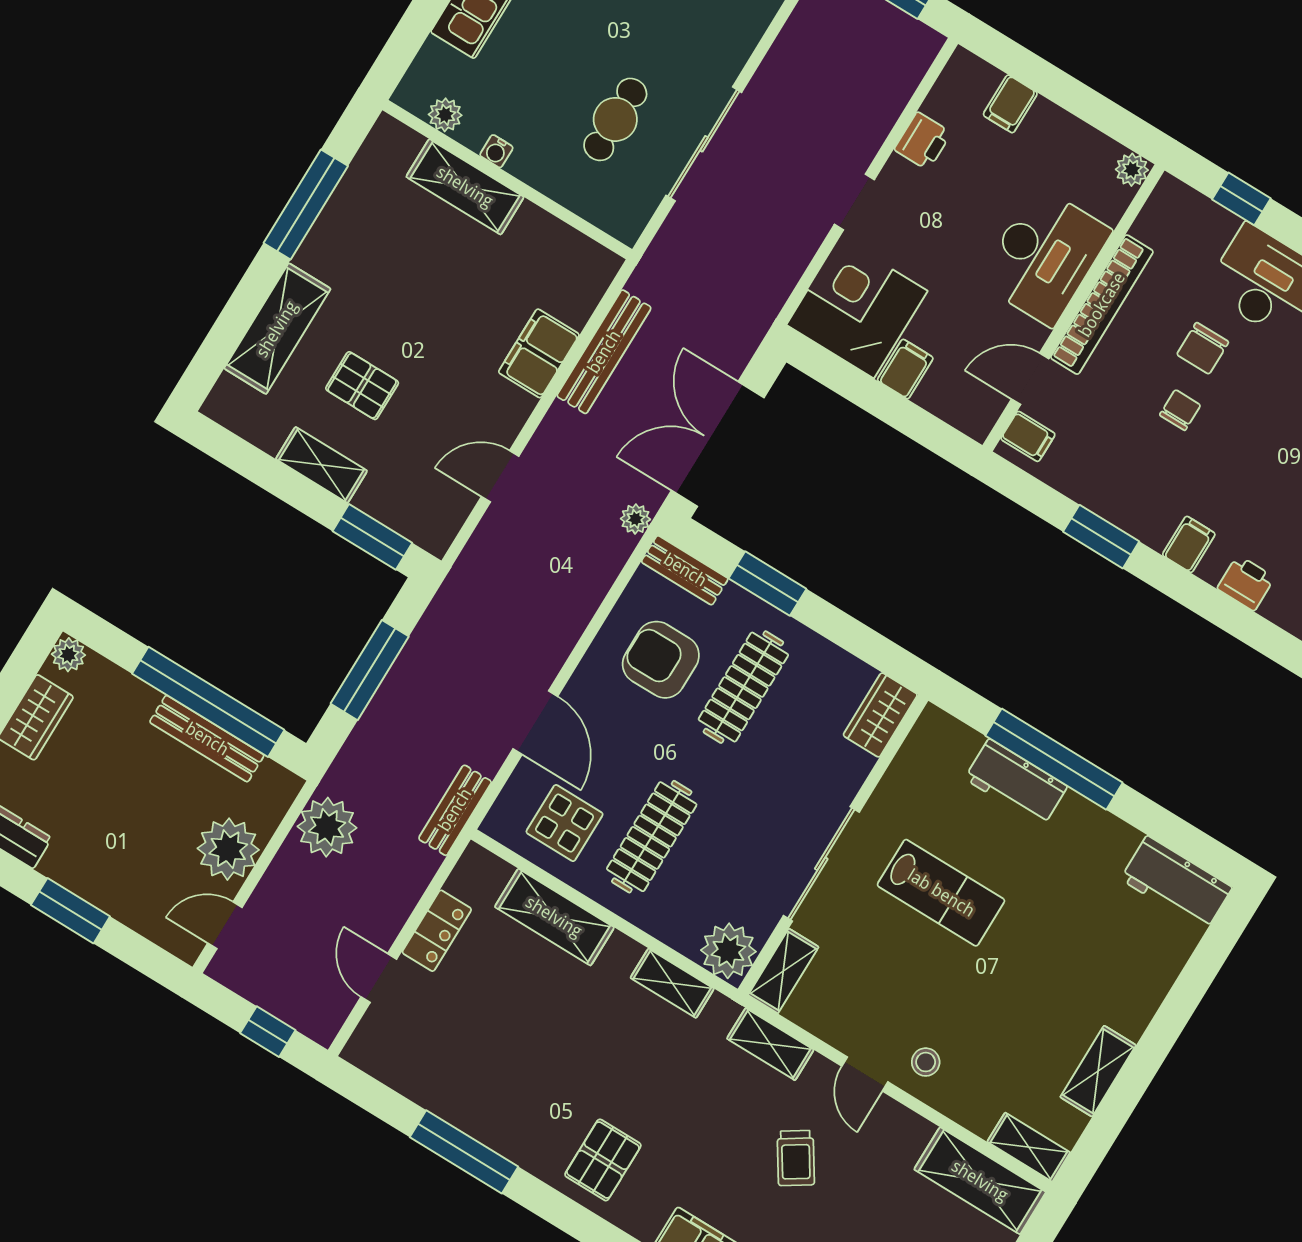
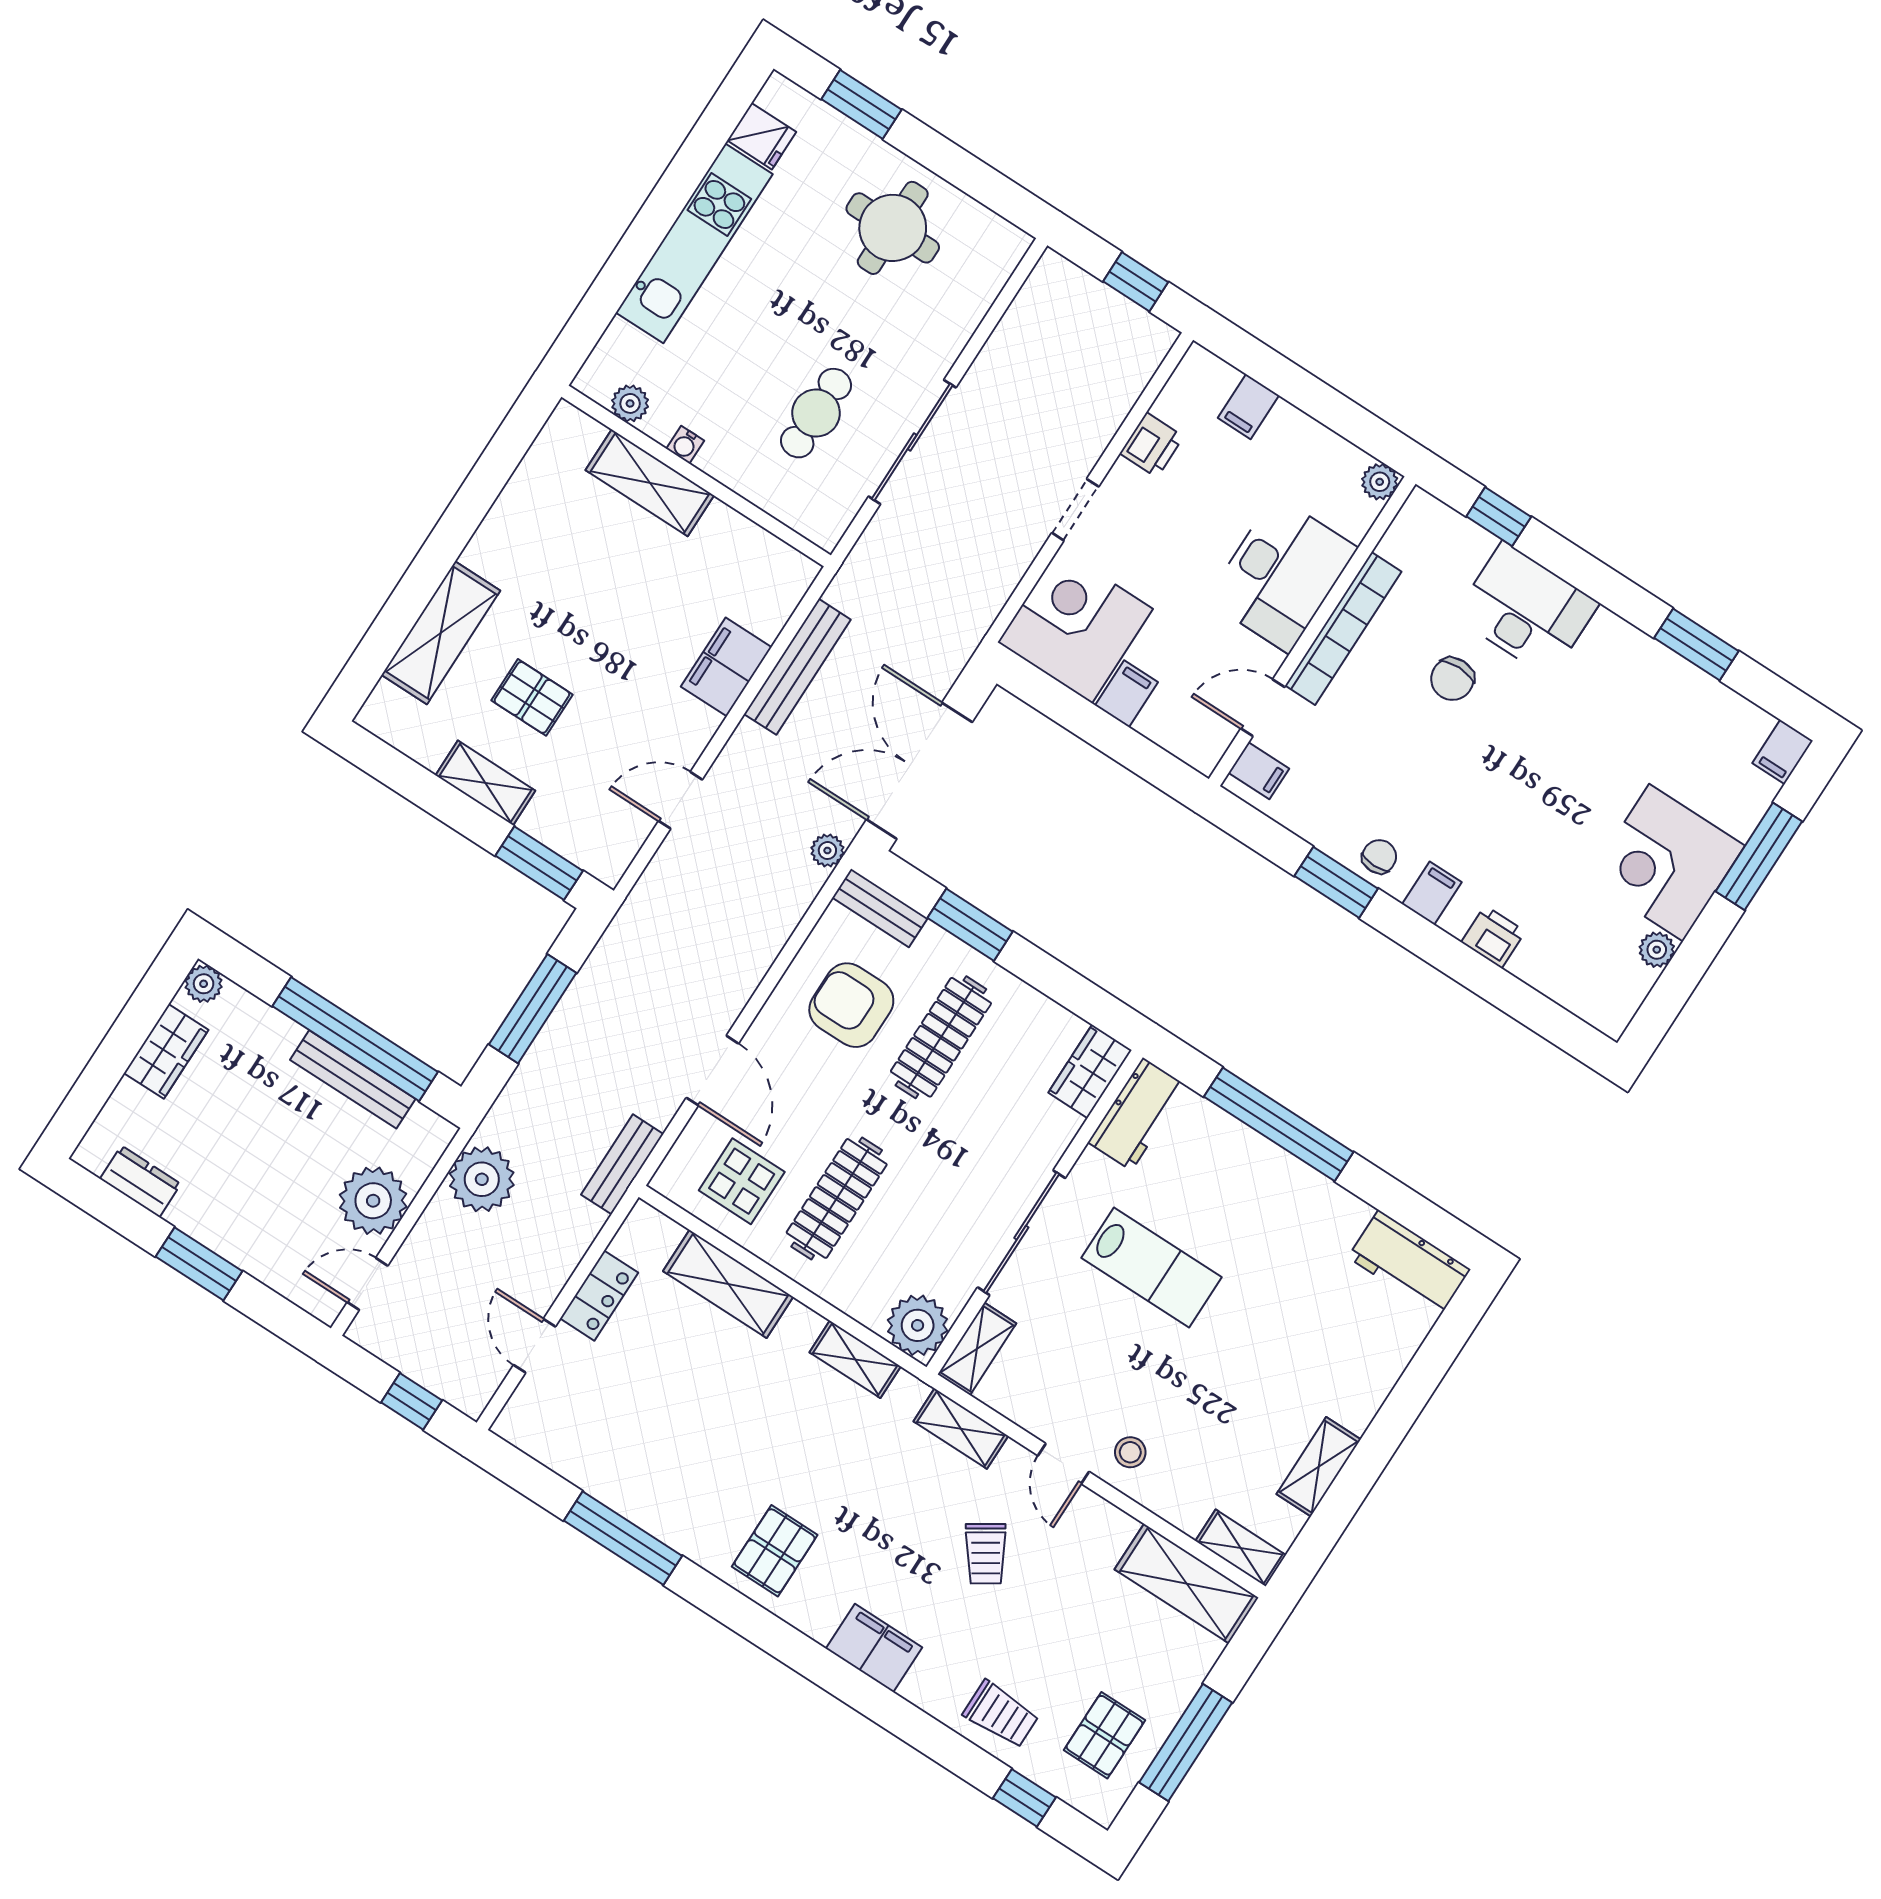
window: (306, 204) -> (475, 498), removed
chair: (1180, 410) -> (1379, 857), moved
workbench: (1016, 783) -> (1137, 1114), moved, turned -90

